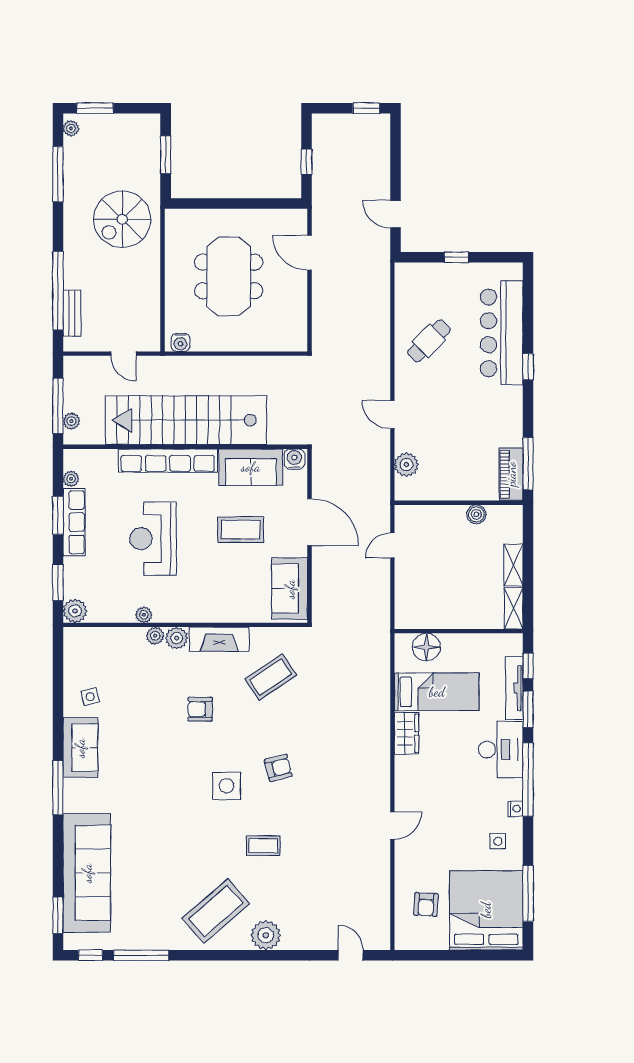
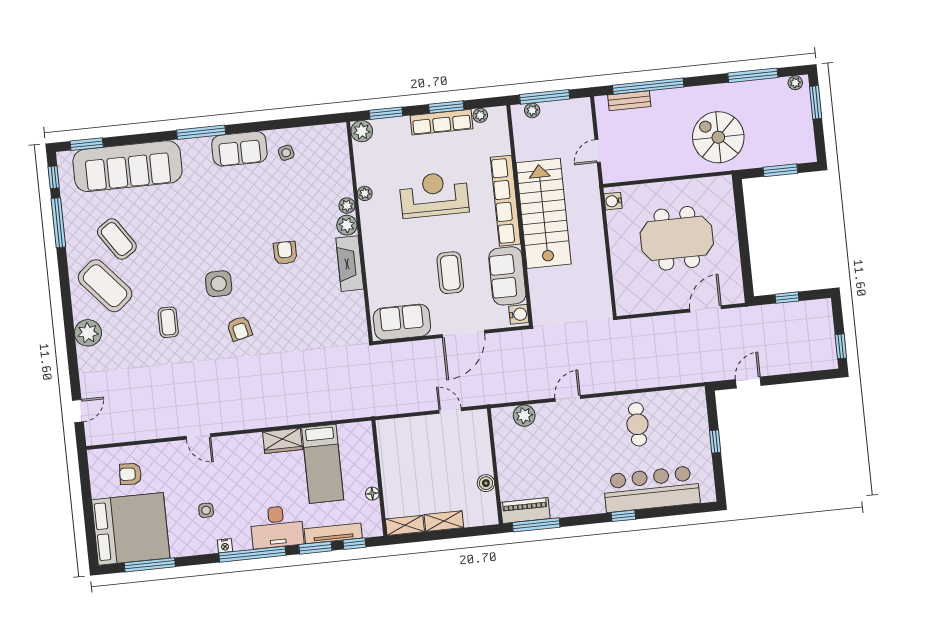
cafe table: (429, 341) -> (637, 424), turned 45
stairs: (186, 420) -> (544, 213), width x0.73
floor lamp: (426, 647) -> (372, 494), moved, width x0.53, depth x0.53
coffee table: (271, 677) -> (117, 239), moved
side table: (498, 841) -> (206, 510), moved

